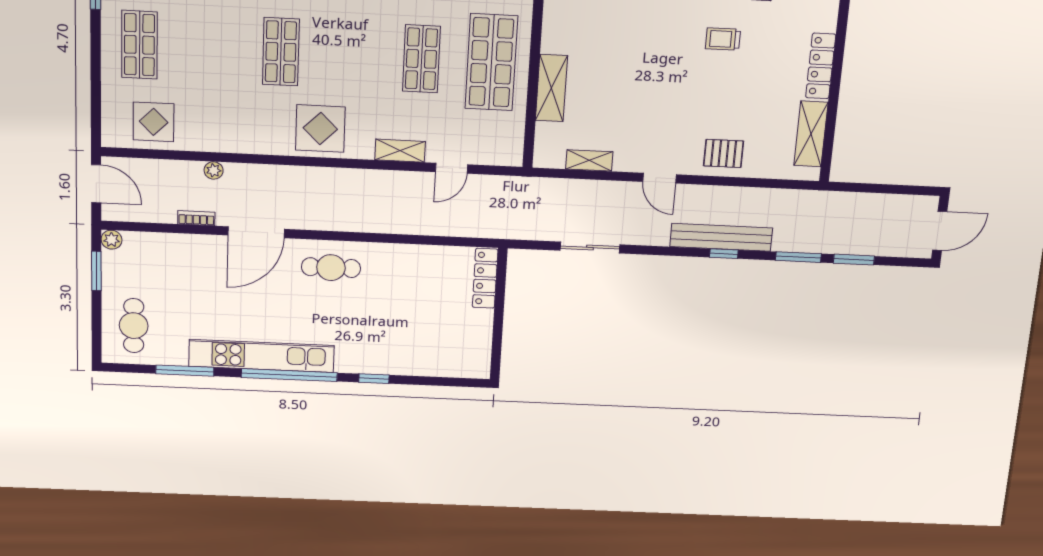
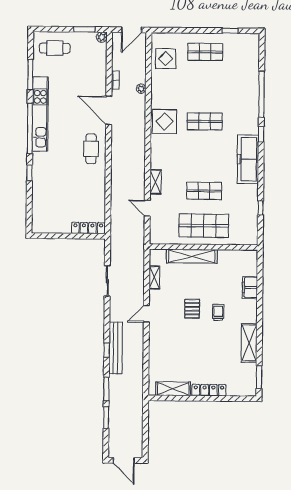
trolley: (723, 39) -> (218, 312), moved
shelving: (552, 88) -> (192, 256), width x1.47
display table: (320, 129) -> (165, 121), moved
pallet: (723, 153) -> (192, 309), moved

